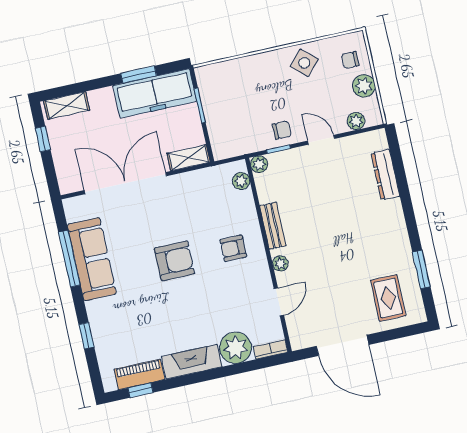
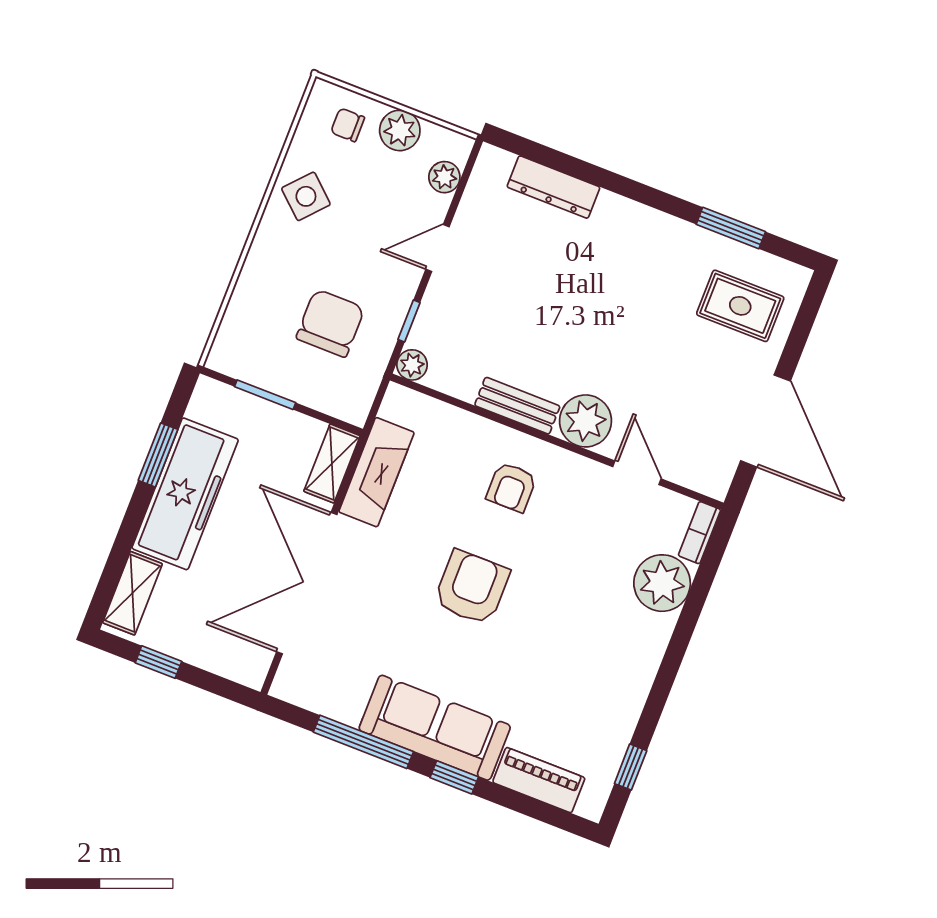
chair: (350, 60) -> (348, 125), turned 90
freezer: (155, 93) -> (185, 494), moved
chair: (282, 130) -> (330, 323), moved, width x1.87, depth x1.87
plant: (241, 181) -> (419, 408), removed
sofa: (92, 259) -> (435, 728), moved
plant: (280, 263) -> (586, 421), width x1.88, depth x1.88
window: (86, 336) -> (454, 777), moved
door: (343, 345) -> (765, 421), hinge flipped
fireplace: (192, 362) -> (377, 472), moved, turned 180
piano: (139, 374) -> (539, 780), moved, turned 90

